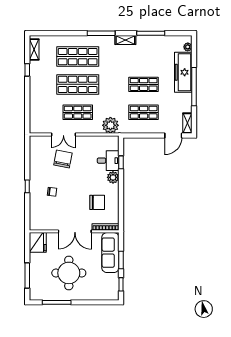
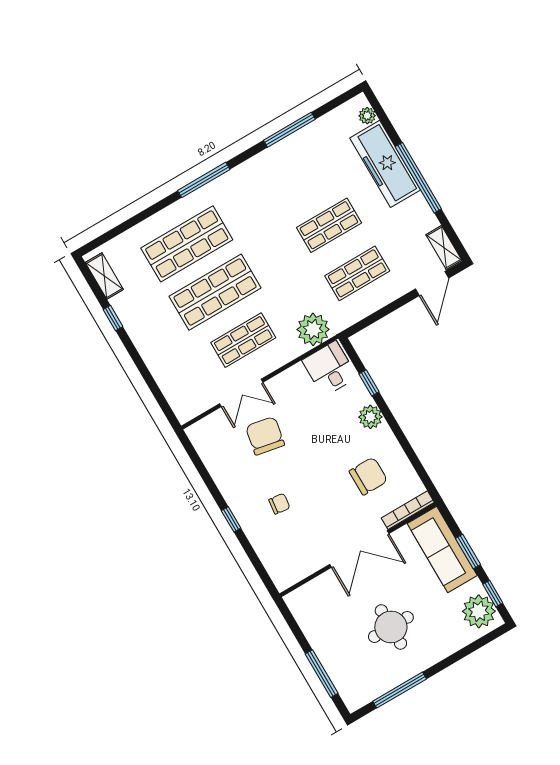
shelving: (125, 40) -> (252, 167), removed
desk: (108, 161) -> (330, 369), moved, turned -90
fridge: (38, 242) -> (306, 606), removed
round table: (69, 273) -> (391, 627), width x0.73, depth x0.73
plant: (111, 288) -> (479, 611), added

